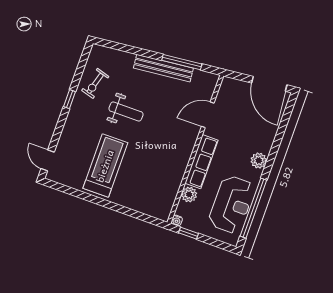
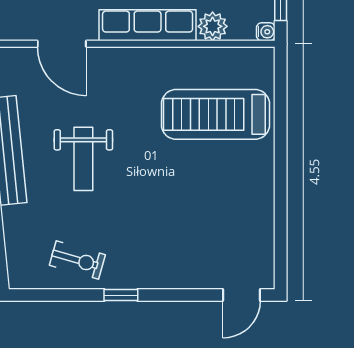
weight bench: (126, 112) -> (83, 159), moved, turned 180
treadmill: (105, 166) -> (215, 114), moved

